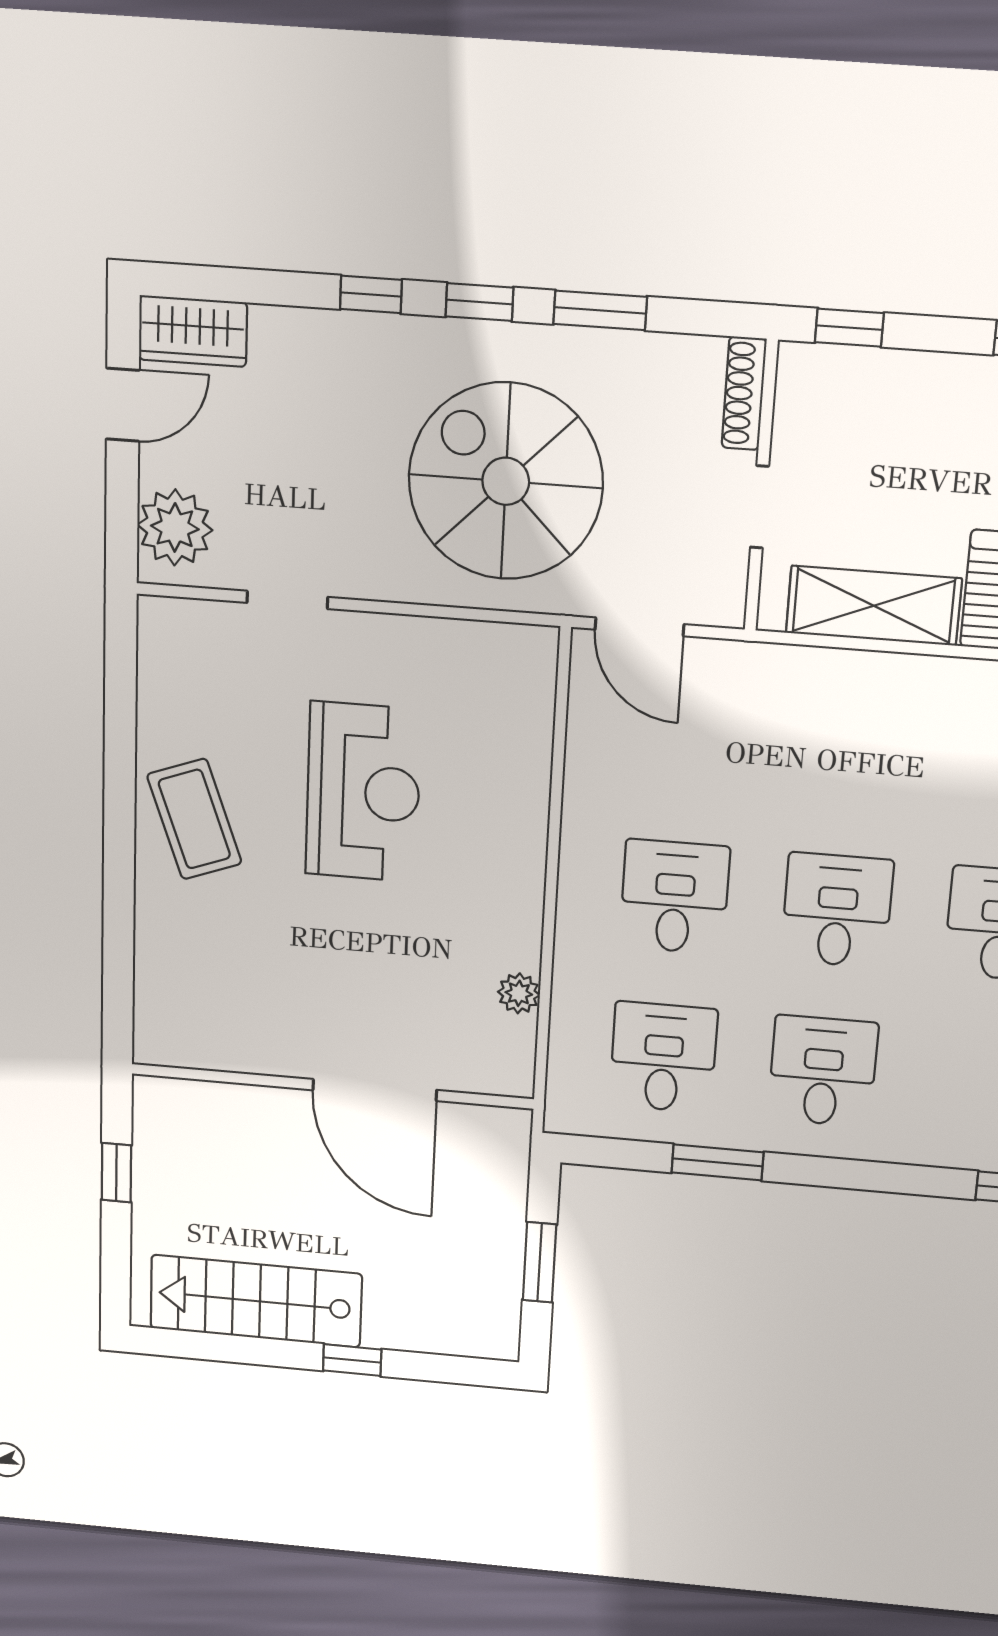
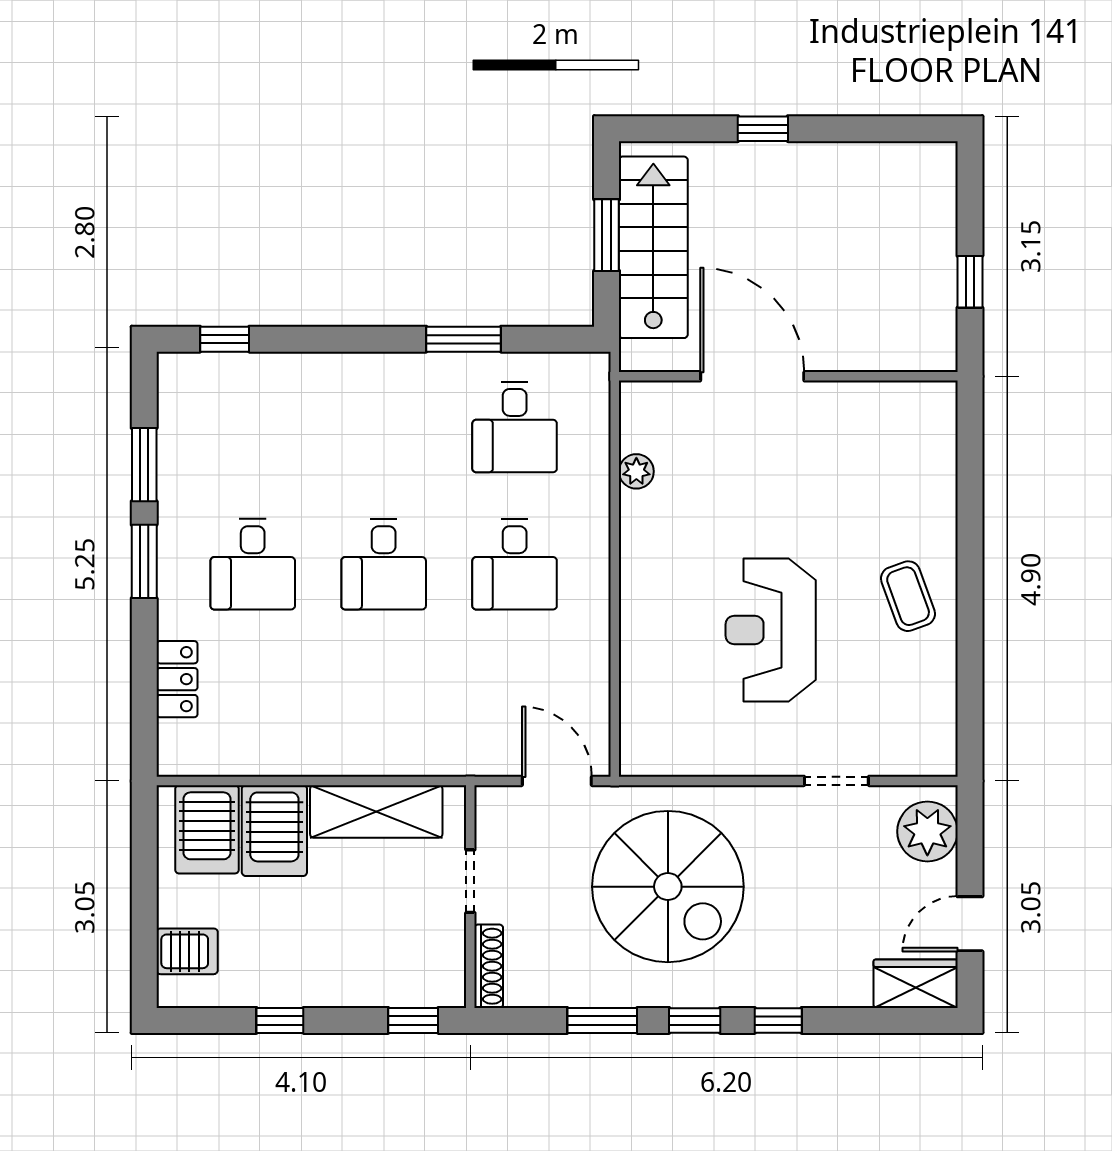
coffee table: (194, 819) -> (908, 596), width x0.73, depth x0.77
desk: (823, 1071) -> (384, 427), removed
stairs: (256, 1301) -> (653, 247), moved, turned -90

